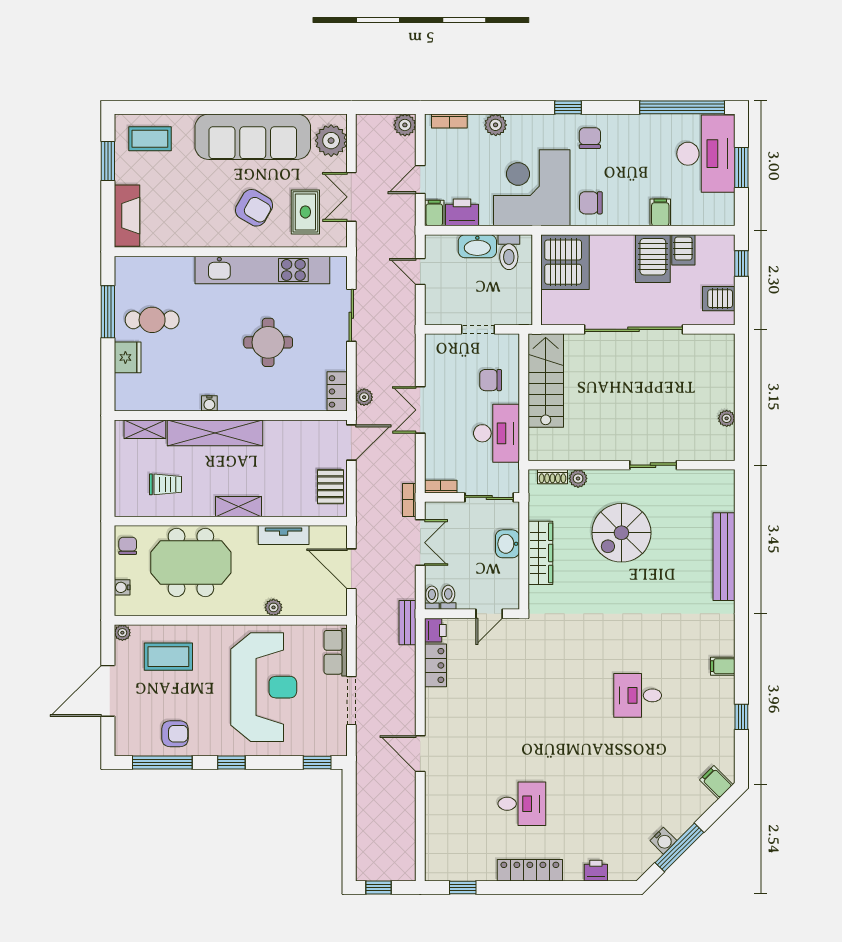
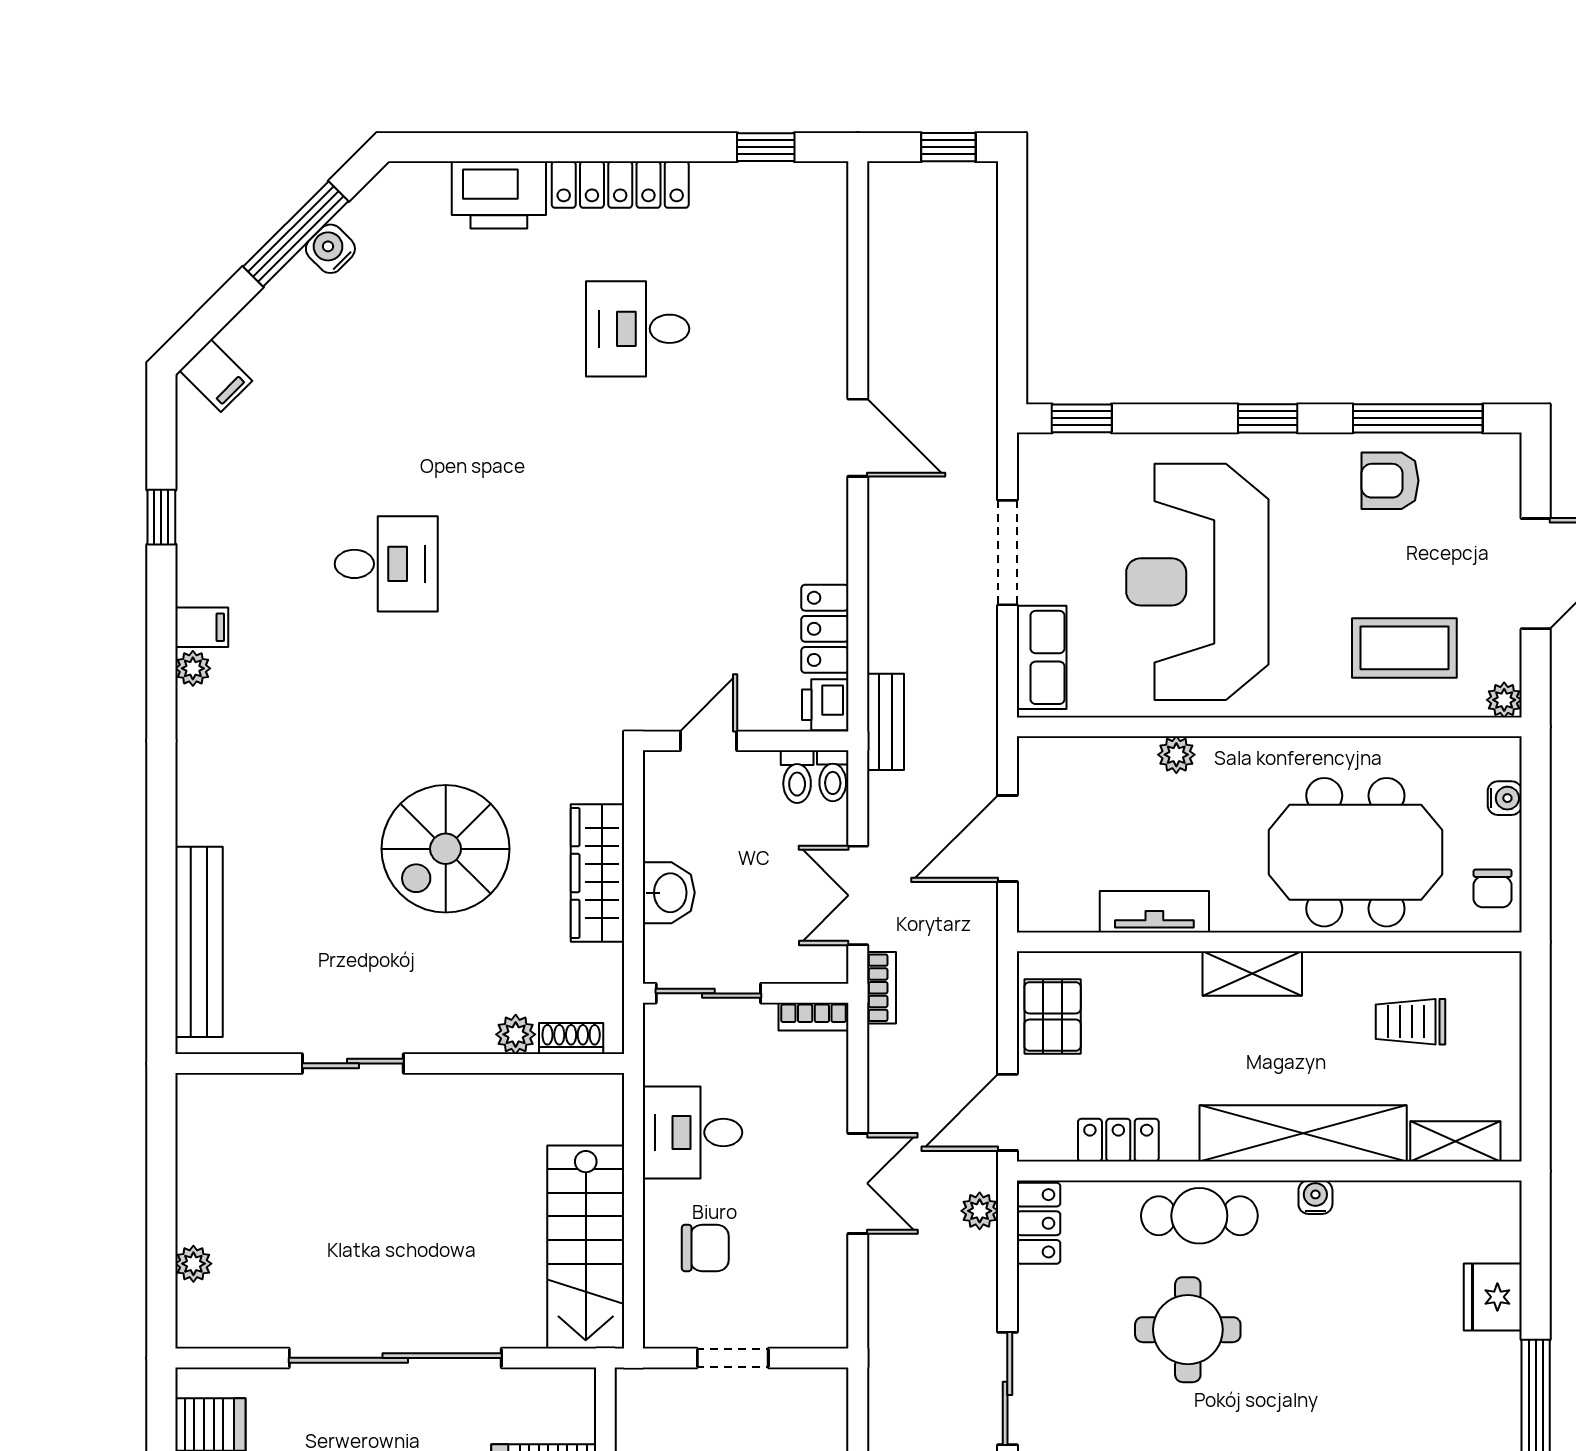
cafe table: (152, 320) -> (1199, 1216), moved
plant: (727, 418) -> (193, 1264), moved
locker: (300, 430) -> (1118, 1140), added
desk: (497, 433) -> (692, 1132), width x0.73
spiral stairs: (621, 533) -> (446, 849), moved, turned 180
bench: (724, 557) -> (199, 942), moved
door: (351, 569) -> (1007, 839), swing flipped
plant: (727, 647) -> (193, 668), added
printer: (596, 871) -> (499, 195), width x1.87, depth x1.48

